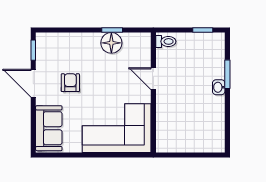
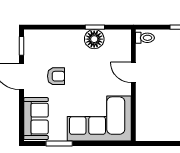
armchair: (70, 83) -> (56, 76), turned 90
window: (74, 155) -> (59, 144), added

